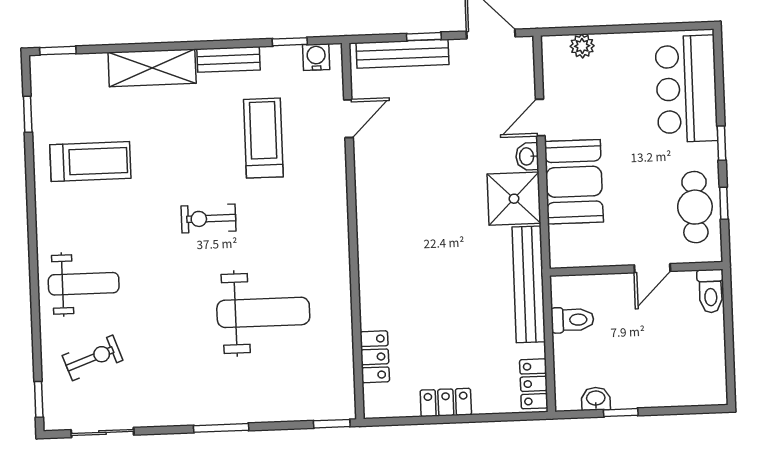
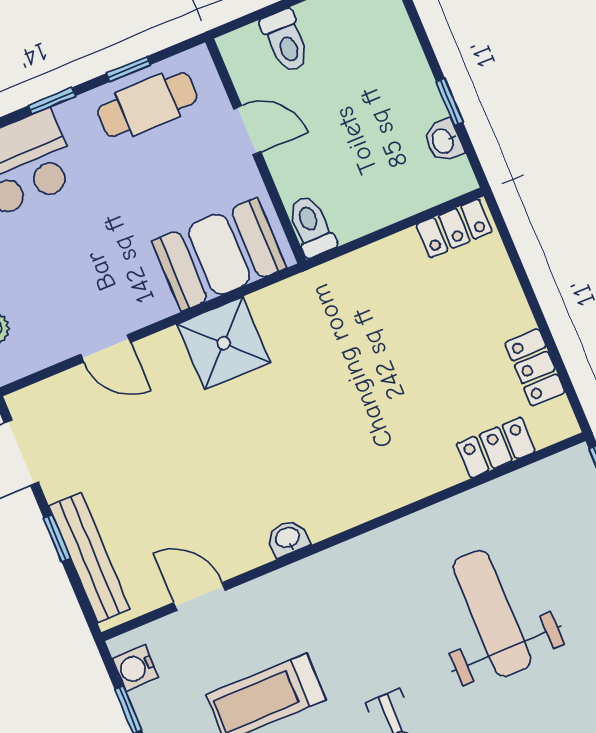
washbasin: (527, 156) -> (288, 538), moved, turned 180
booth: (574, 182) -> (219, 254), moved
bench: (529, 284) -> (328, 283), removed
toilet: (711, 291) -> (286, 41), moved, turned 90
toilet: (572, 320) -> (311, 226), moved
locker: (446, 402) -> (535, 368), moved

